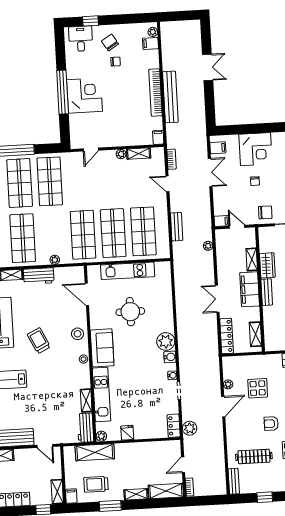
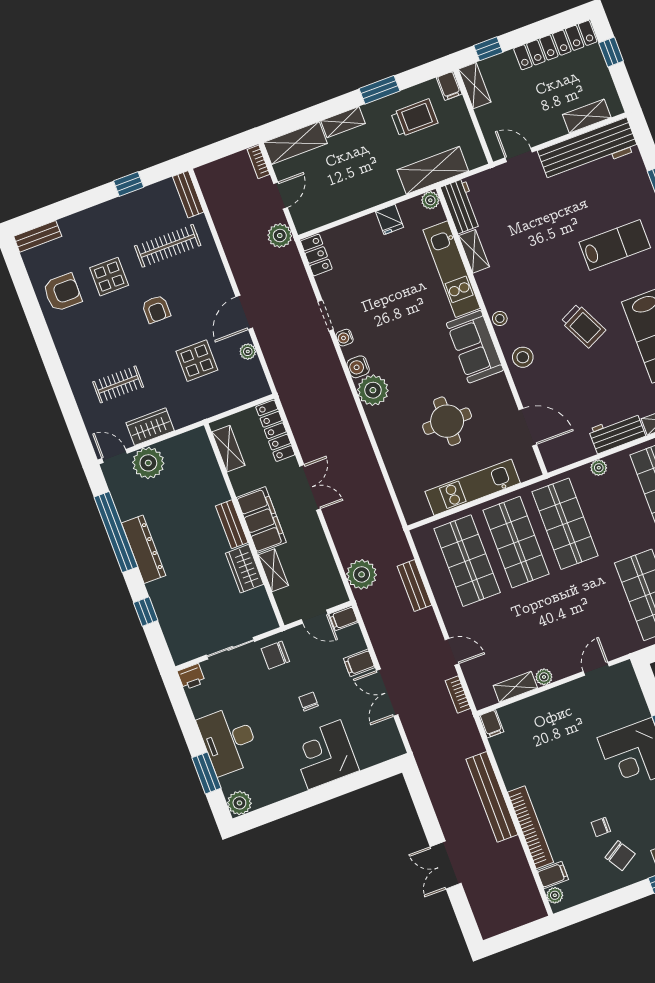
bookcase: (155, 93) -> (531, 827), moved
filing cabinet: (218, 148) -> (359, 663), moved
plant: (208, 246) -> (362, 574), width x1.87, depth x1.87
armchair: (271, 424) -> (156, 309), turned 90
plant: (190, 428) -> (280, 236), moved

